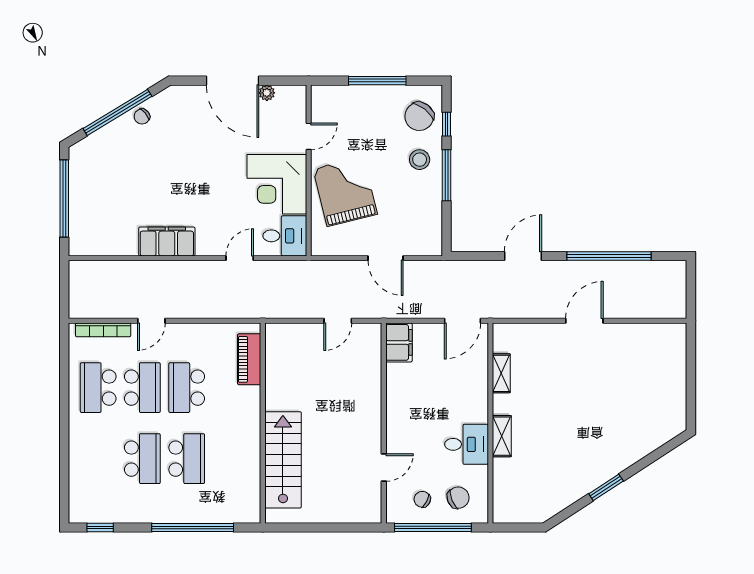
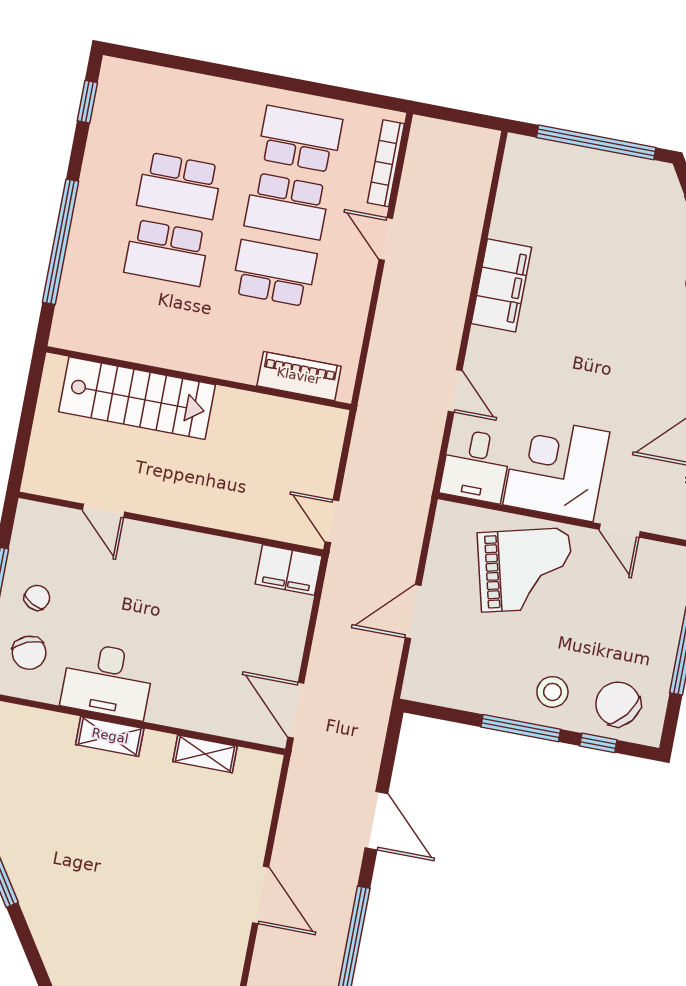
filing cabinet: (399, 342) -> (289, 570), moved
wall: (384, 423) -> (171, 524), moved
desk: (467, 444) -> (107, 681), width x1.37
door: (384, 468) -> (103, 511), moved

